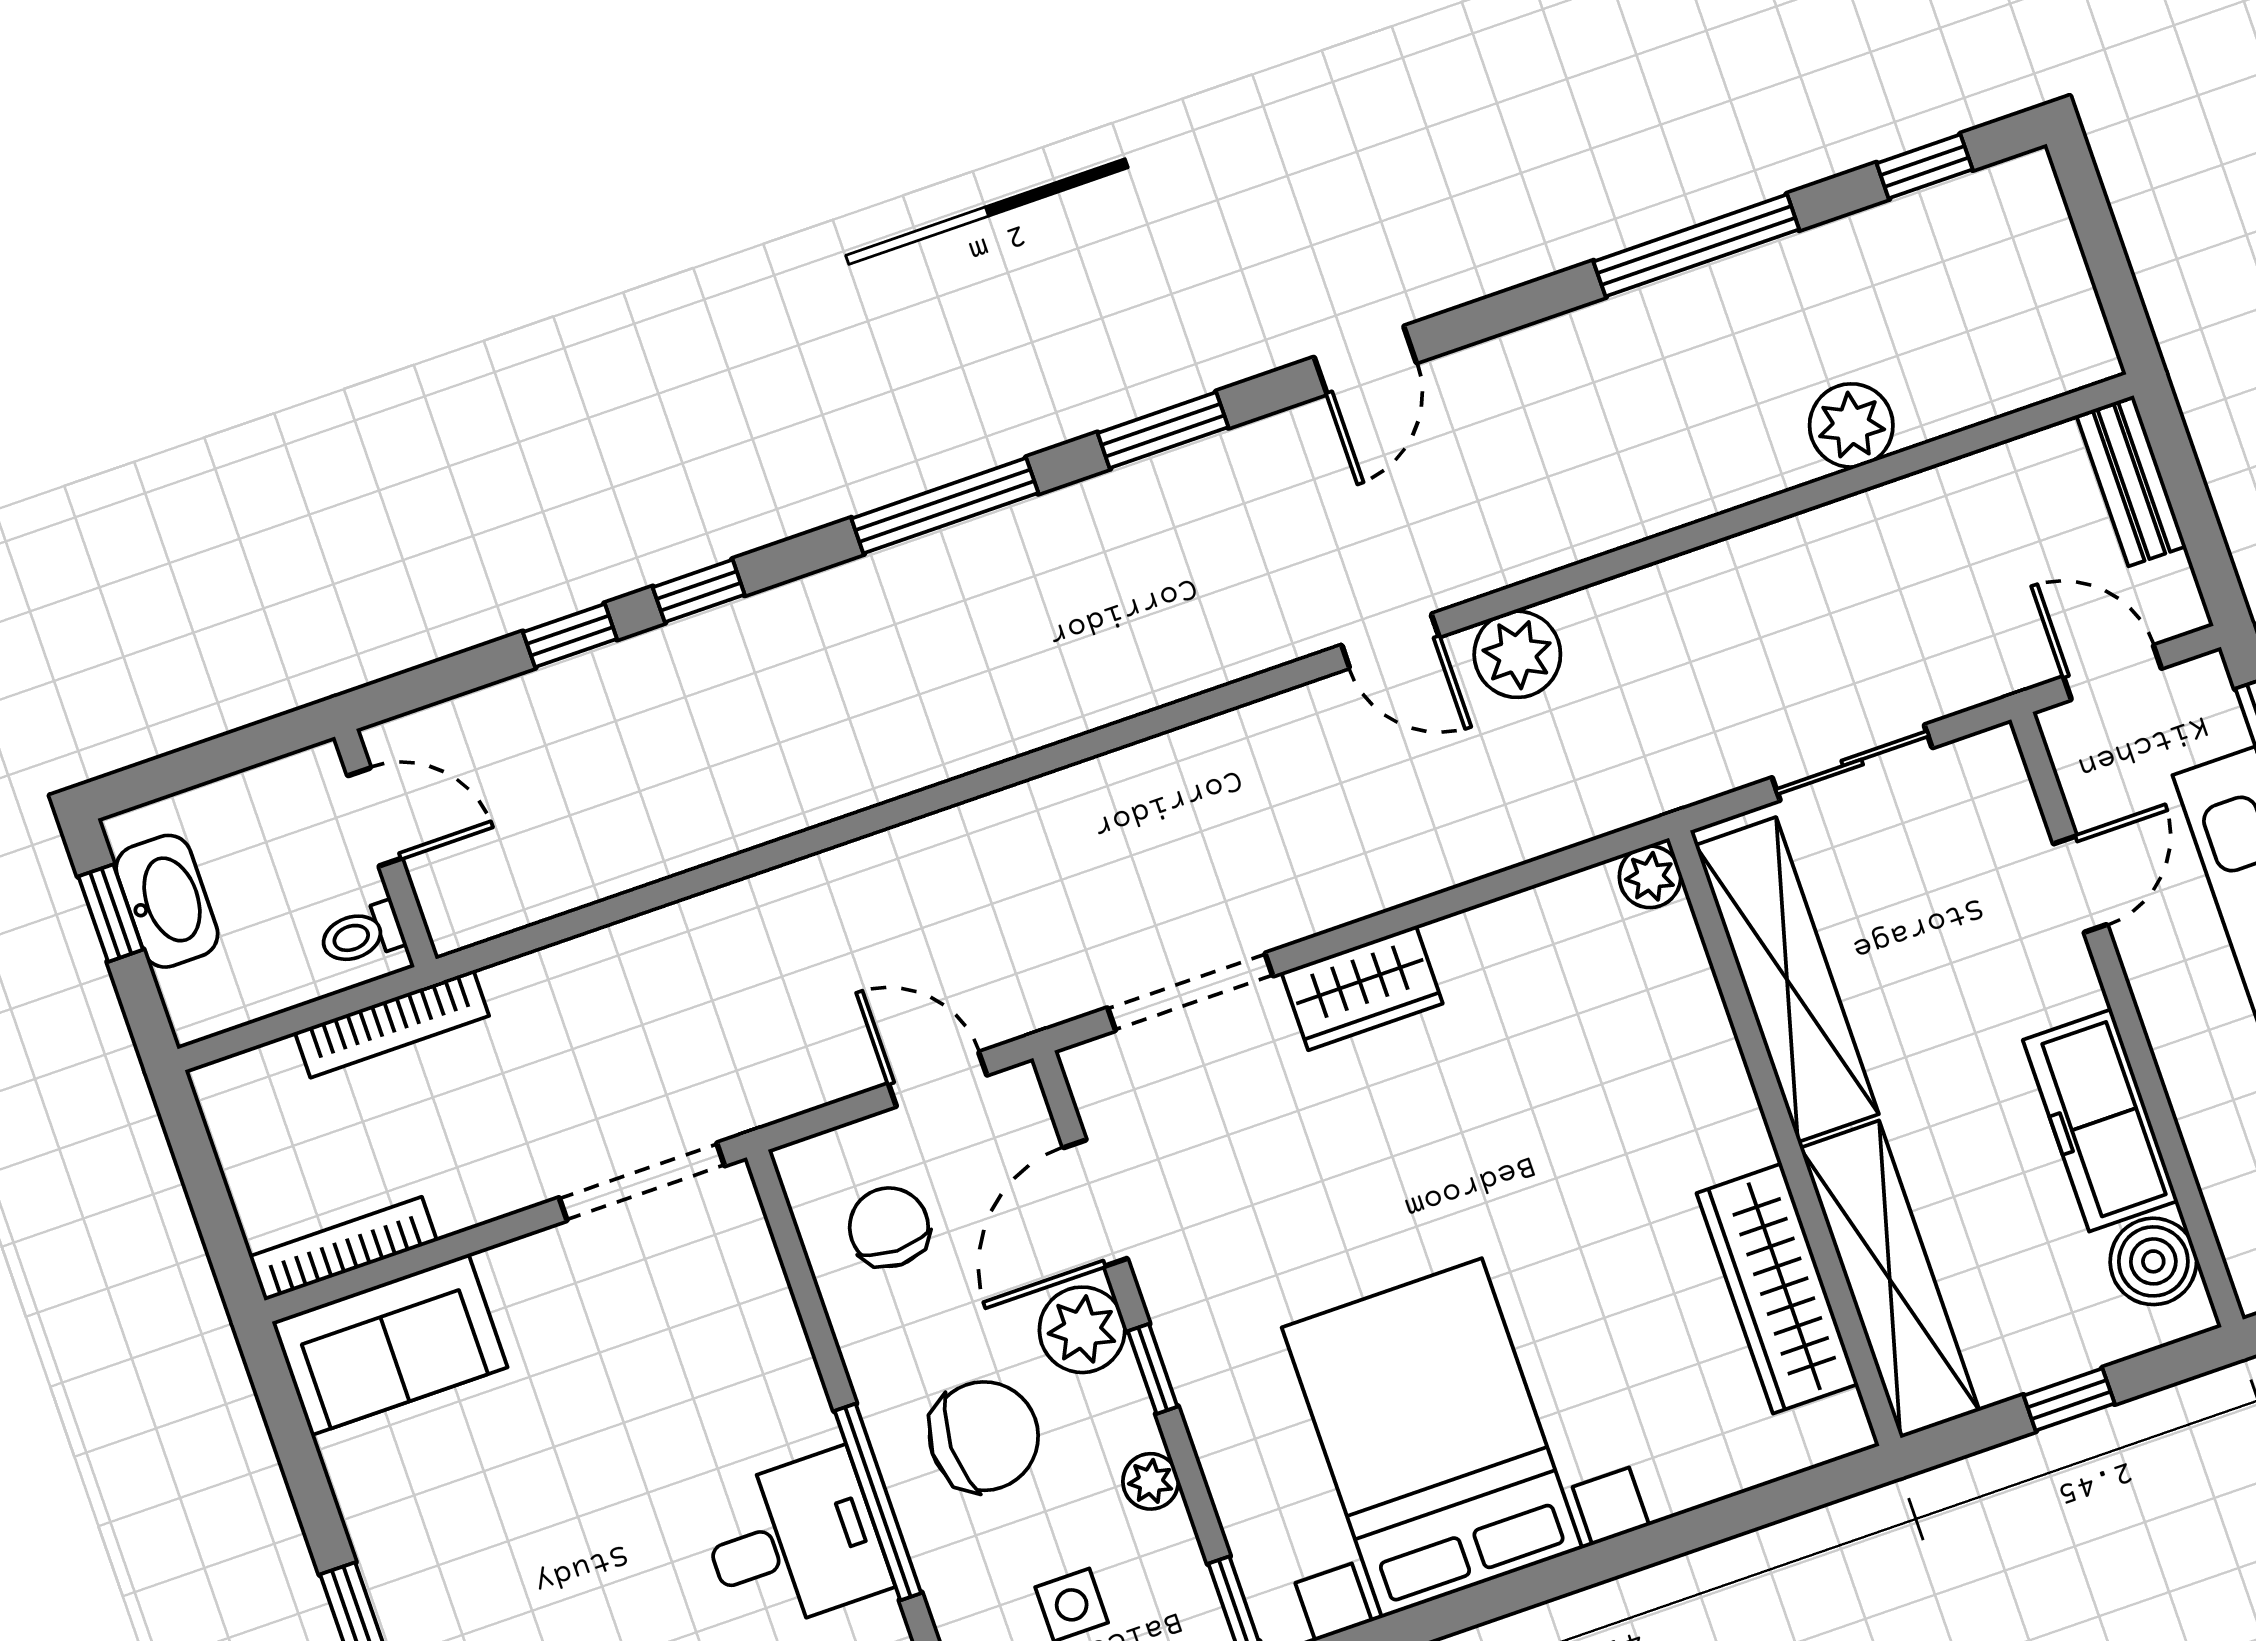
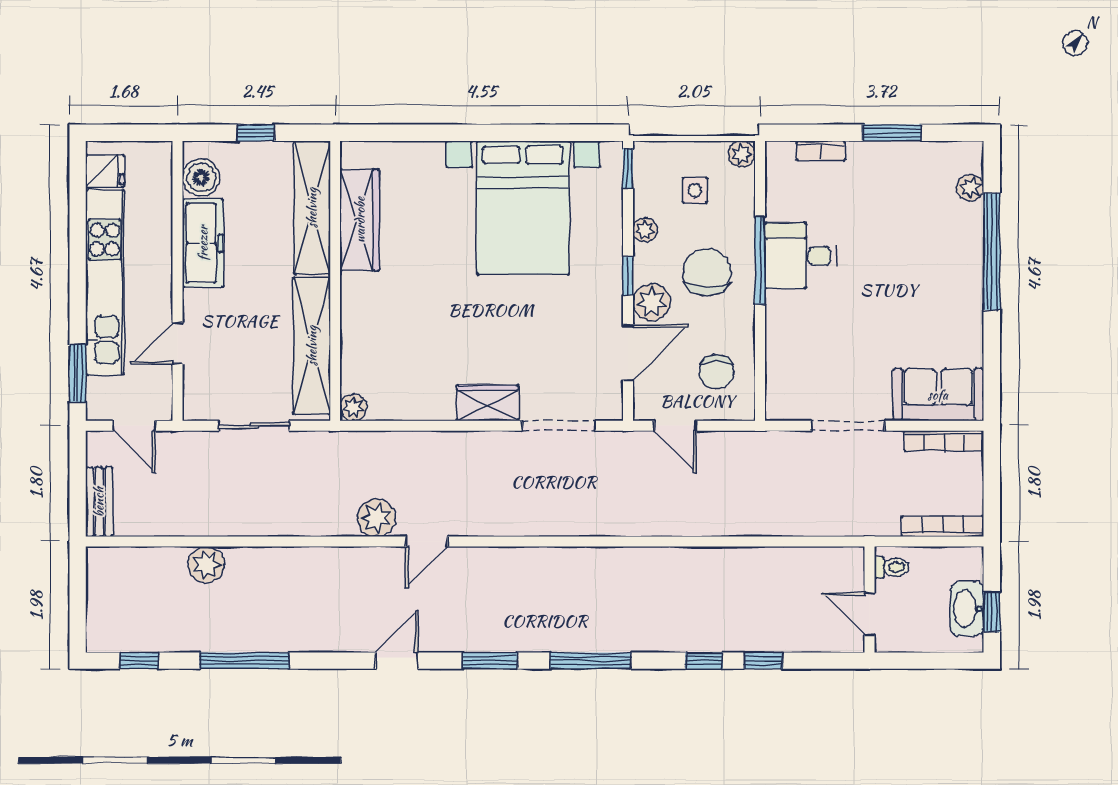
door: (1390, 641) -> (427, 542), swing flipped
bookcase: (392, 1024) -> (943, 526), moved
doorway: (642, 1182) -> (848, 426), moved
chair: (984, 1436) -> (707, 272), turned 90

